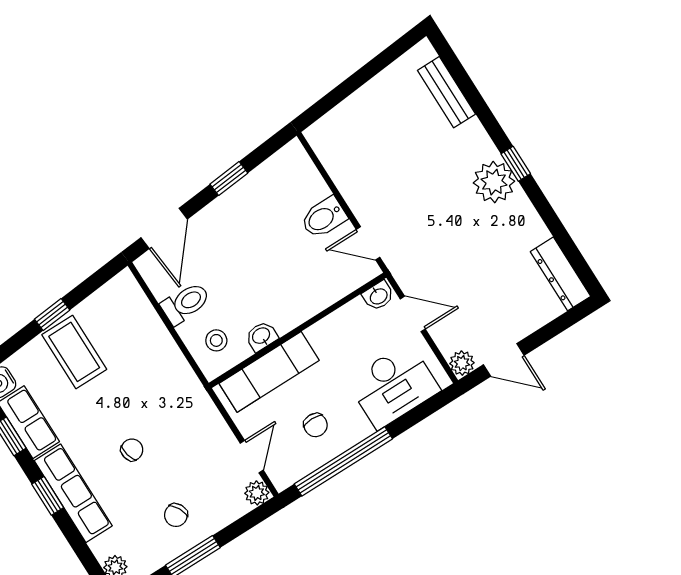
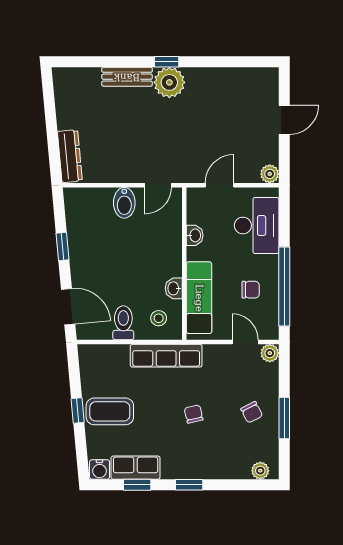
bench: (446, 92) -> (127, 77), moved
dresser: (561, 274) -> (70, 156), moved, turned -95
washbasin: (378, 296) -> (195, 235), moved
door: (504, 360) -> (284, 120), moved
row of seats: (73, 493) -> (166, 356), moved, turned 180

